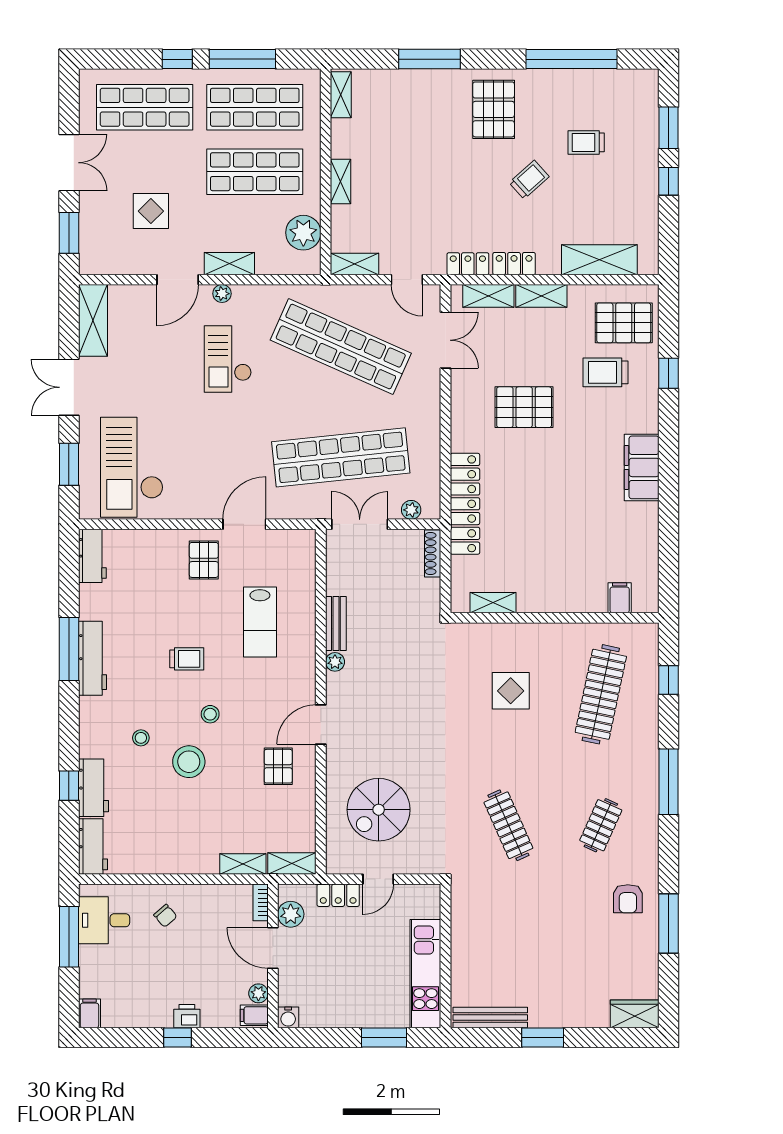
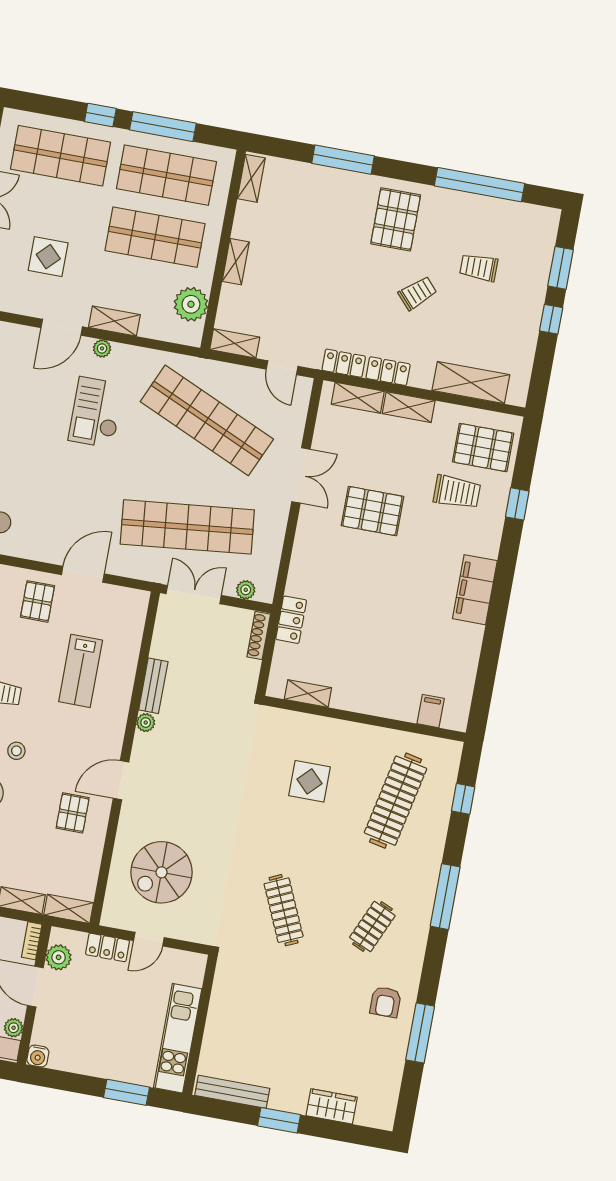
double door: (445, 340) -> (301, 475), moved
trolley: (606, 372) -> (457, 492), turned 180
locker: (465, 504) -> (291, 620), width x0.46, depth x0.83
wardrobe: (635, 1014) -> (332, 1106), moved

